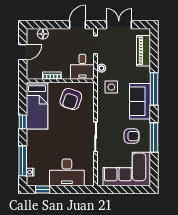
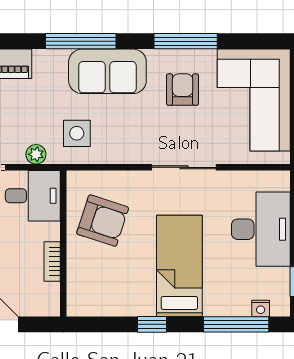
bed: (37, 106) -> (179, 266), moved, turned -90

